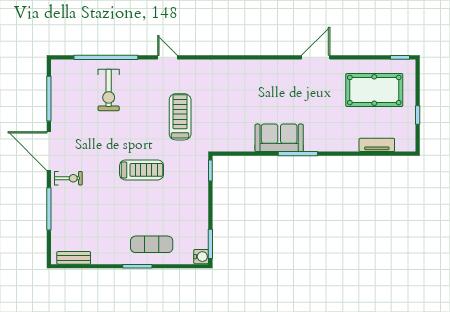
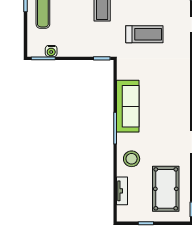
stool: (337, 133) -> (132, 159), added
sofa: (279, 138) -> (128, 106), width x1.36
water cooler: (201, 257) -> (51, 51), moved

